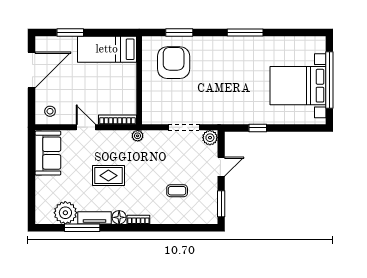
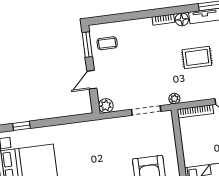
doorway: (184, 127) -> (146, 110), moved
window: (258, 128) -> (21, 126), moved
coffee table: (177, 191) -> (107, 43), moved

